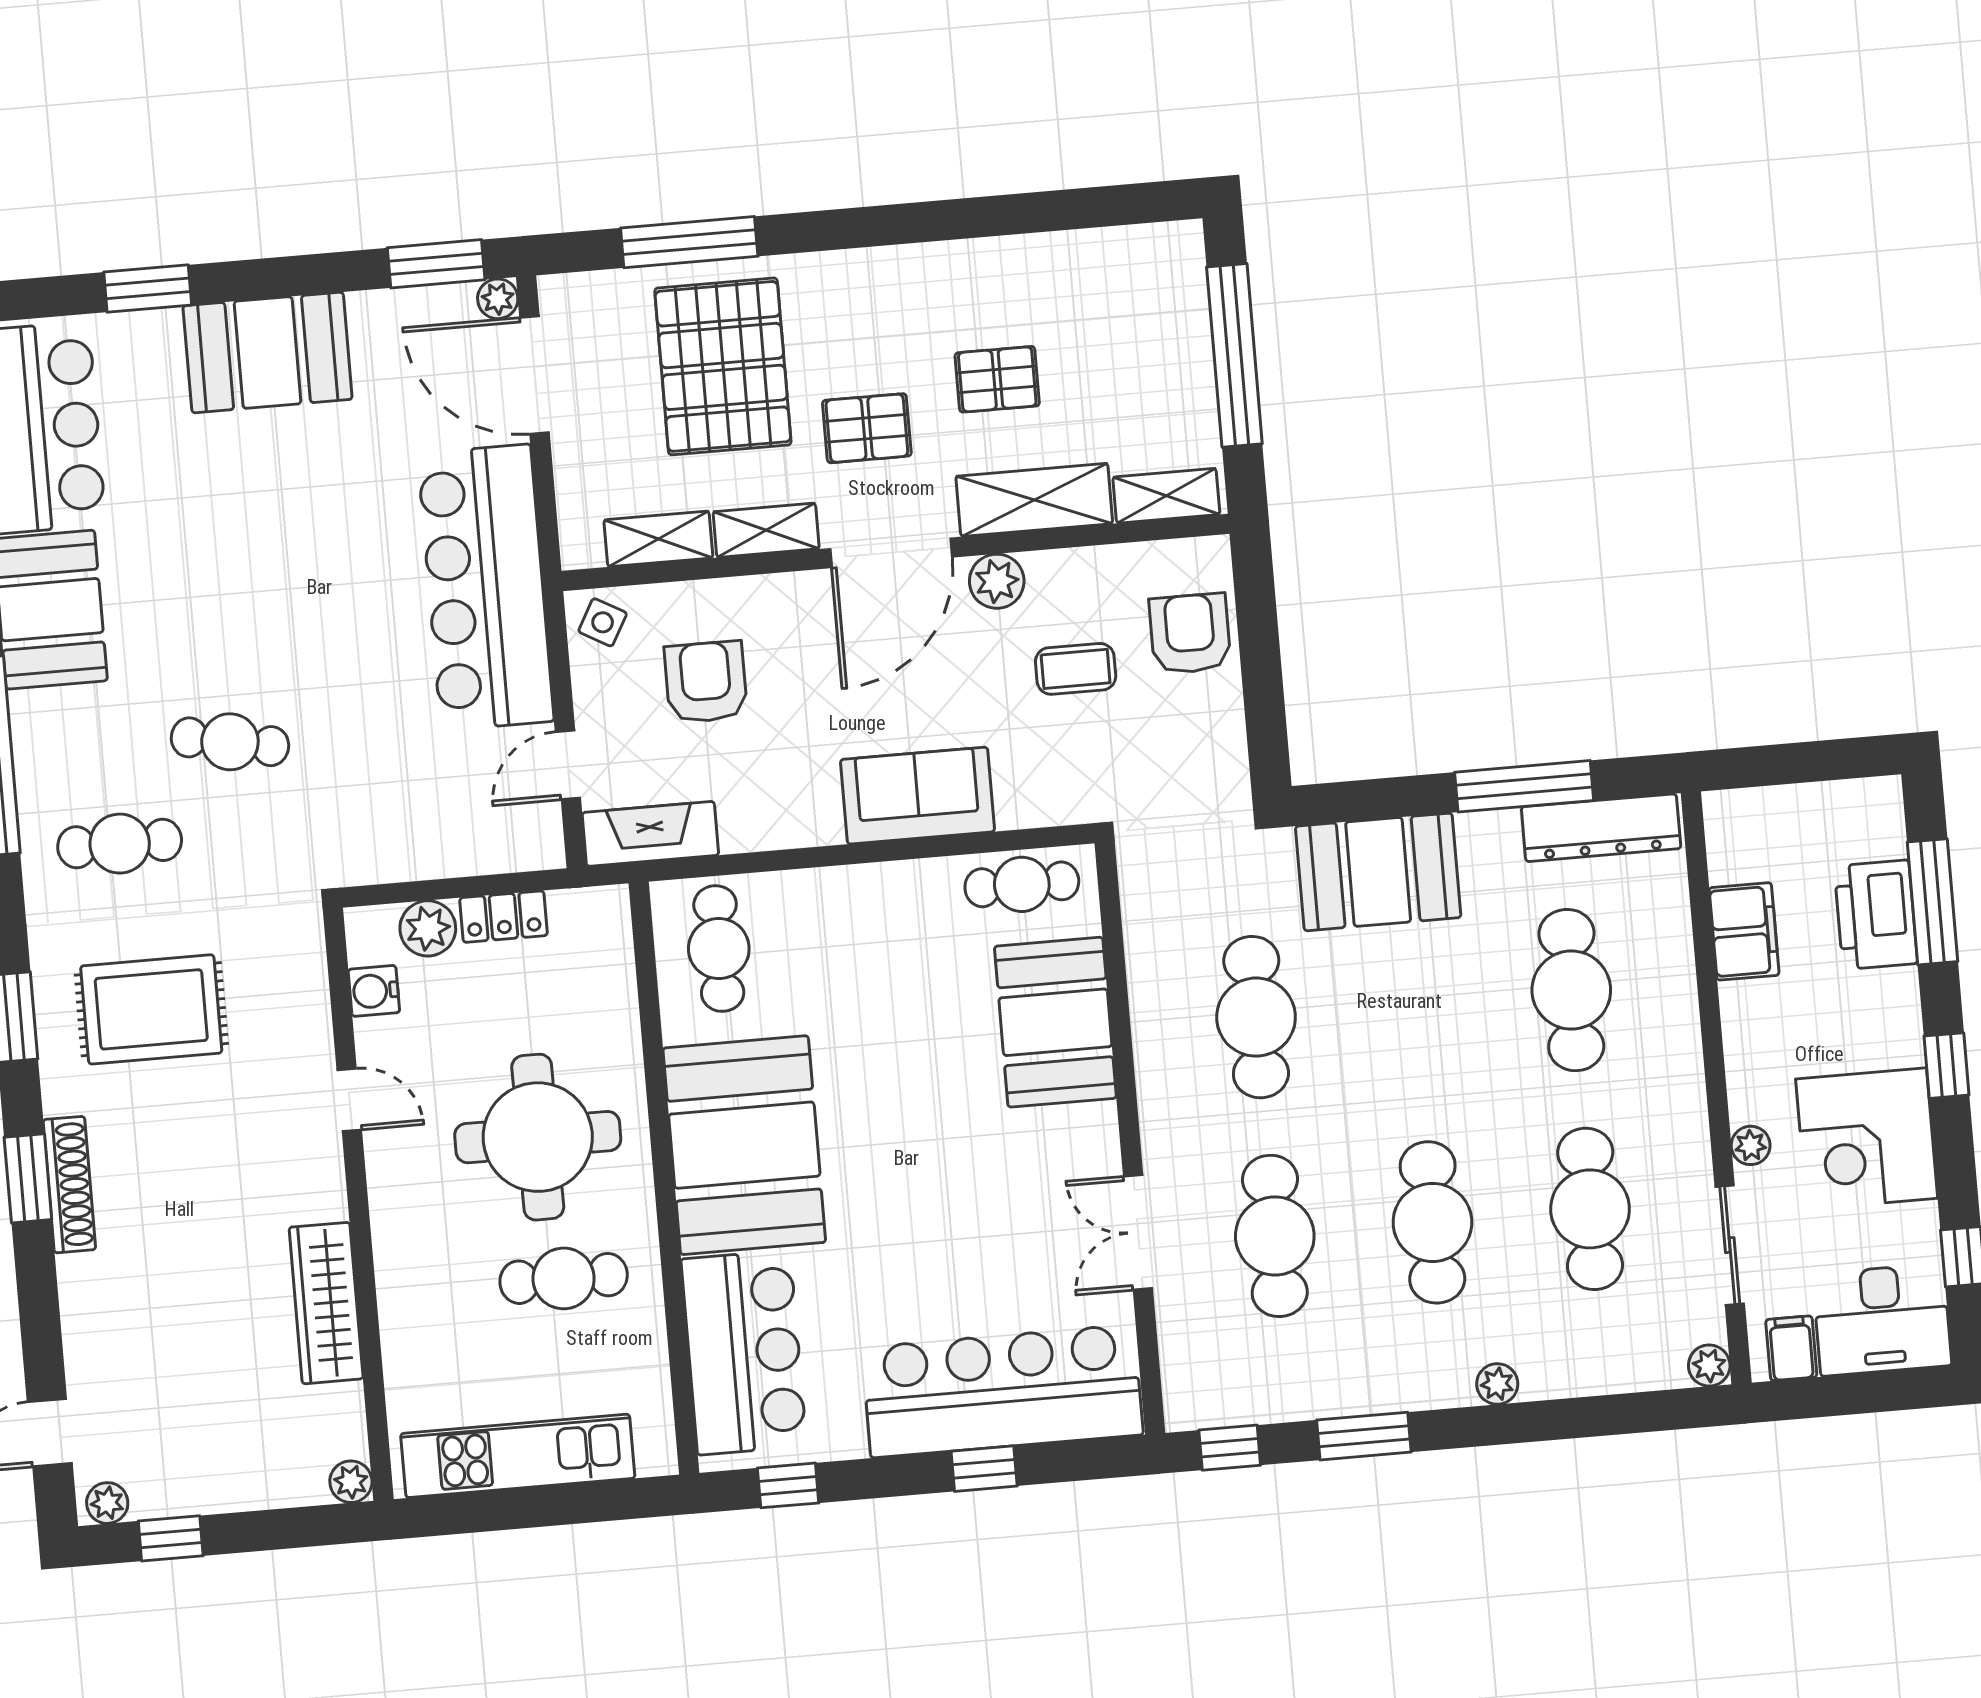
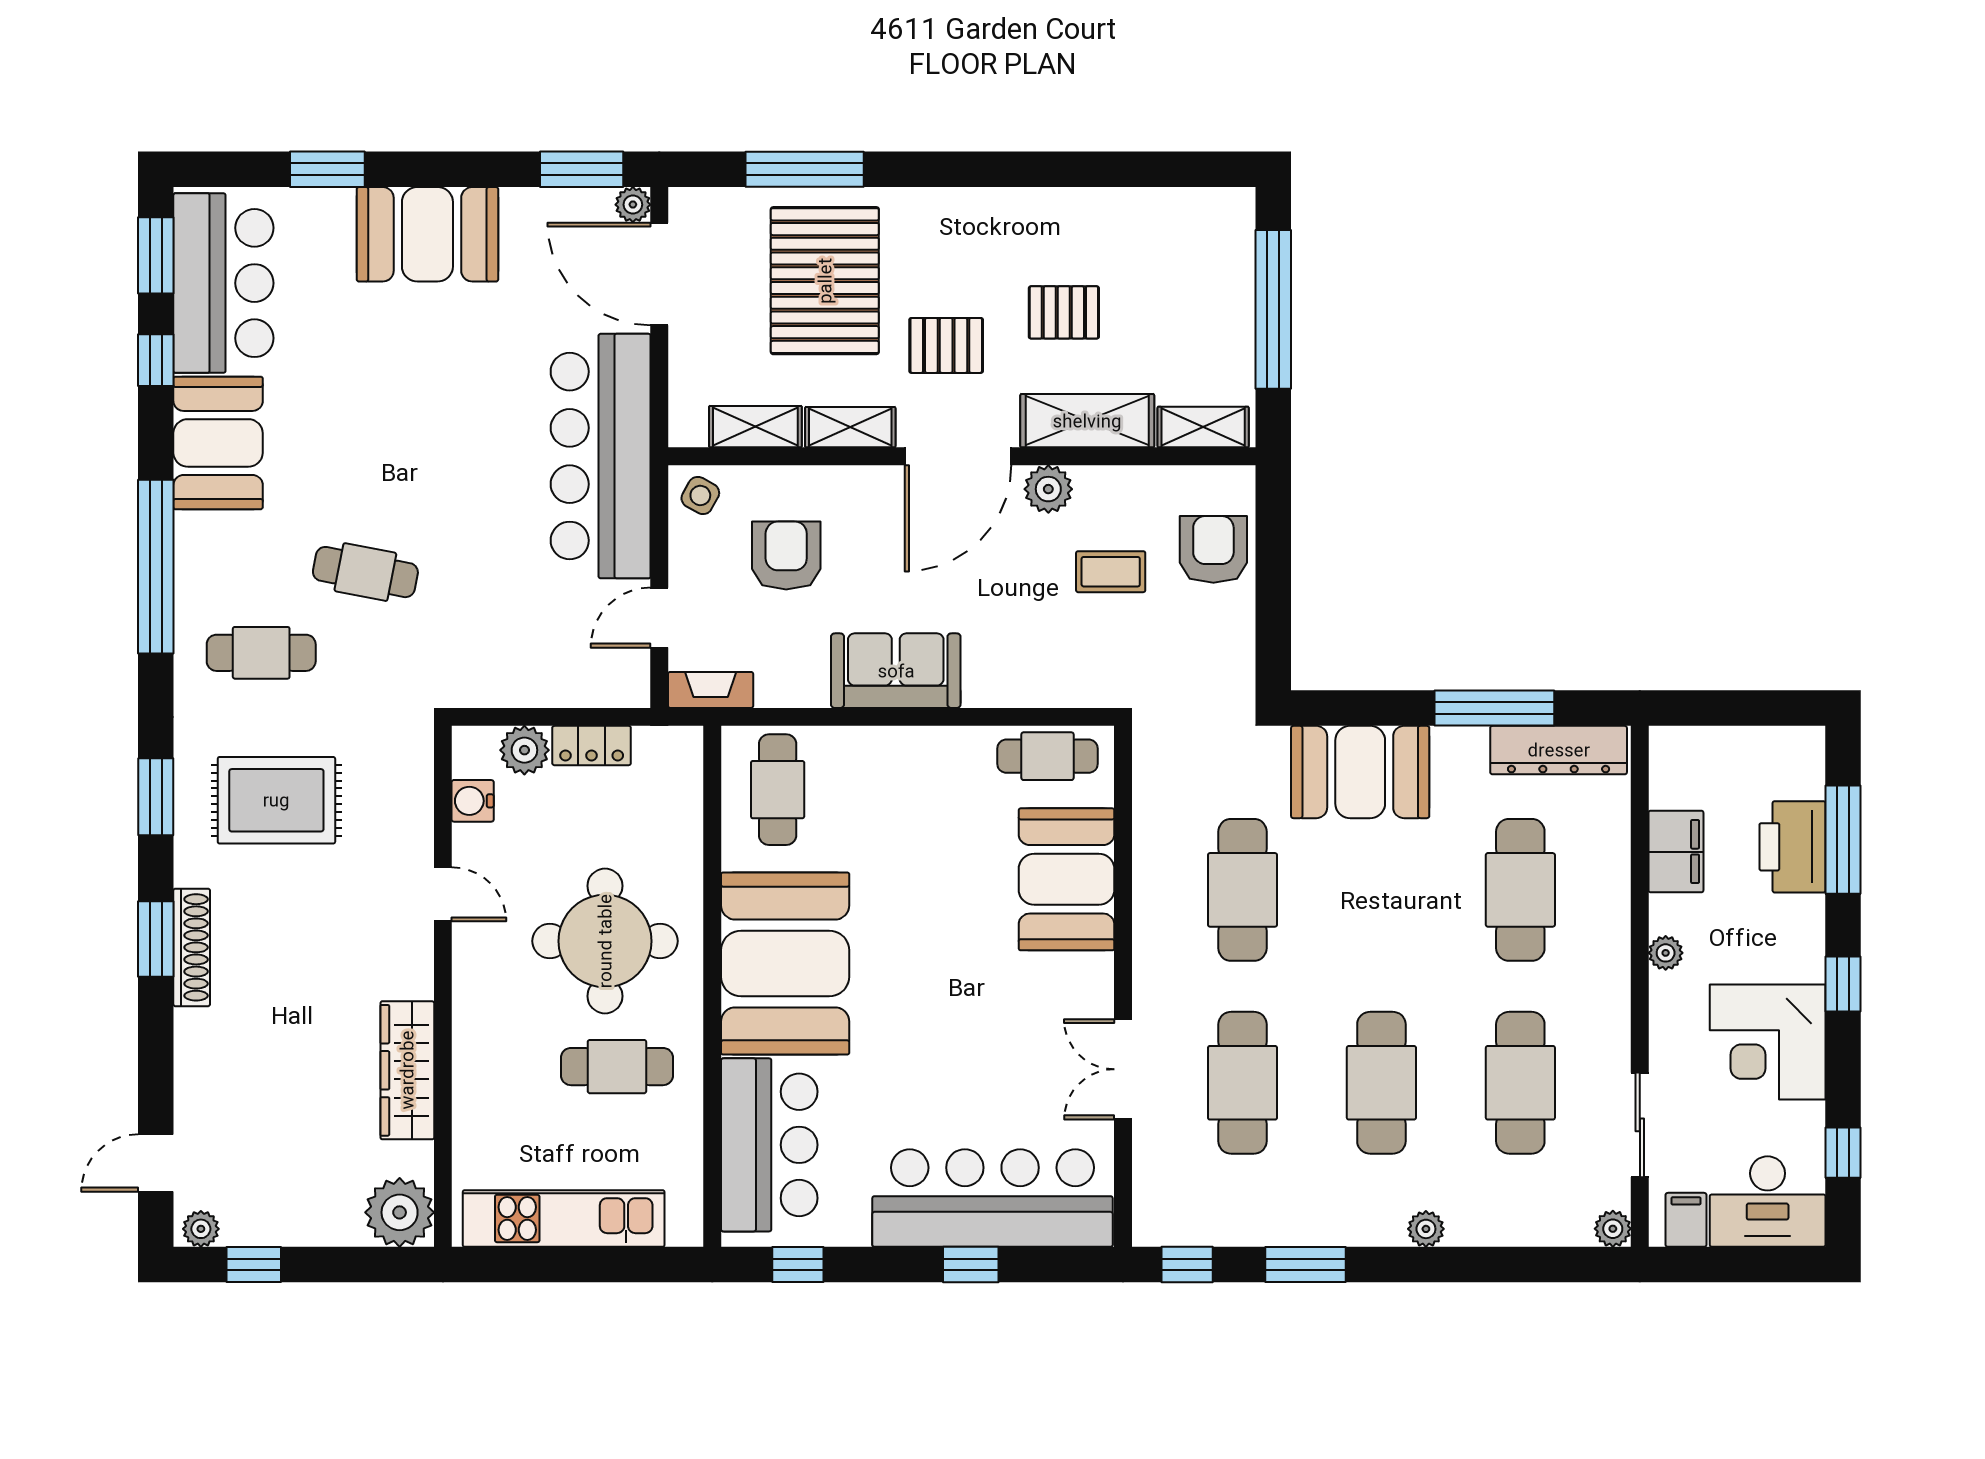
sofa: (917, 796) -> (896, 671), moved
fireplace: (650, 834) -> (711, 690), width x0.73, depth x0.76
plant: (1751, 1145) -> (1666, 953), moved
plant: (351, 1482) -> (400, 1212), width x1.88, depth x1.88

